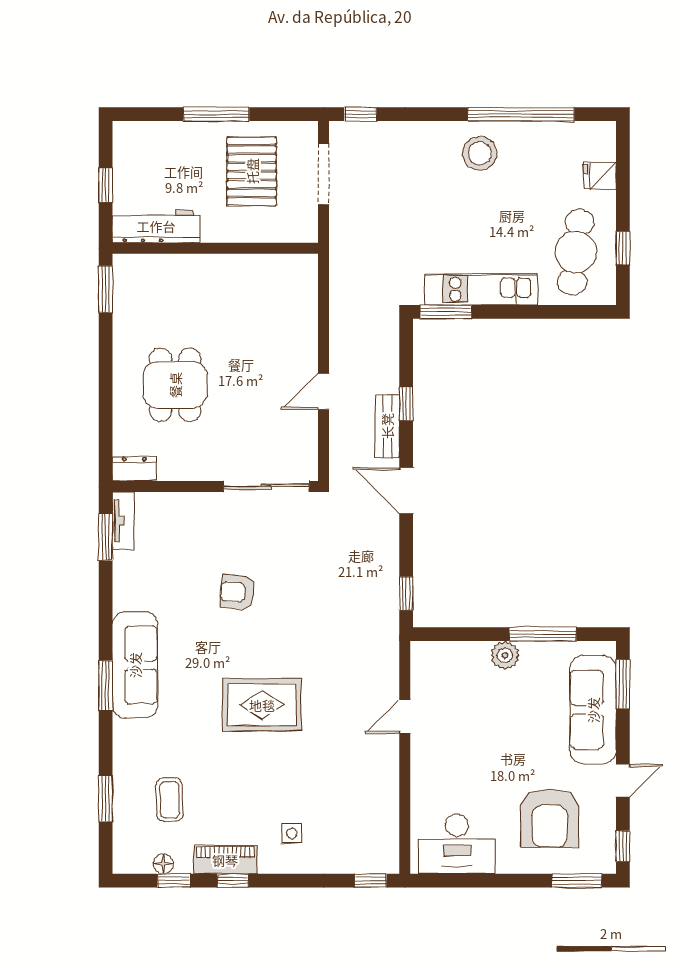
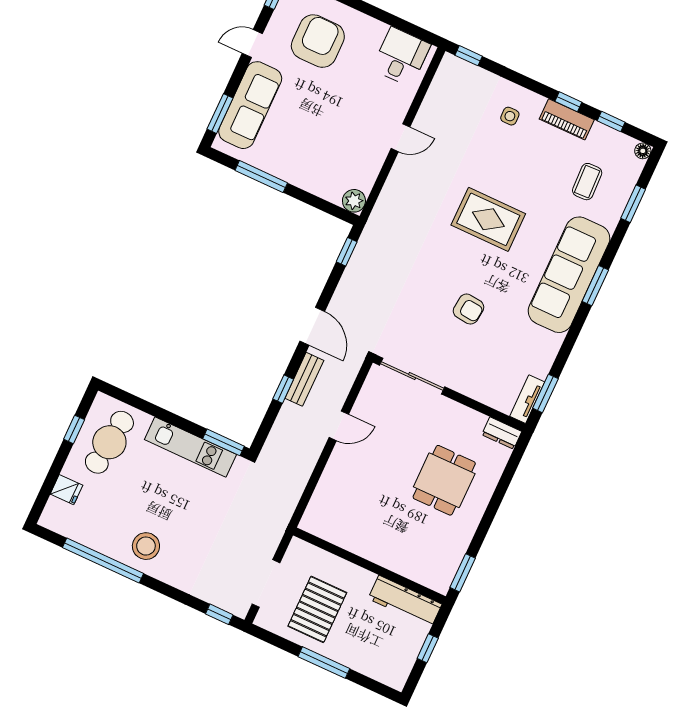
plant: (505, 655) -> (354, 201), moved
sofa: (135, 665) -> (569, 275), width x1.36, depth x1.27
door: (405, 717) -> (401, 138), moved
desk: (457, 844) -> (401, 57), width x0.73
floor lamp: (163, 864) -> (643, 151), moved

